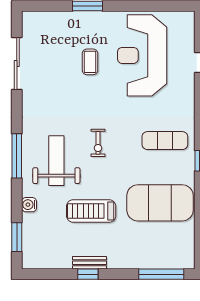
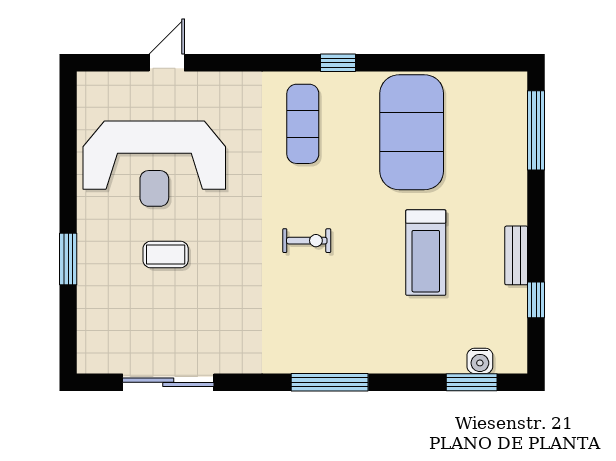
weight bench: (56, 161) -> (338, 313), removed
water cooler: (29, 205) -> (480, 361), moved
window: (88, 274) -> (536, 300), moved

